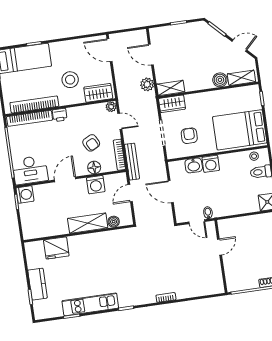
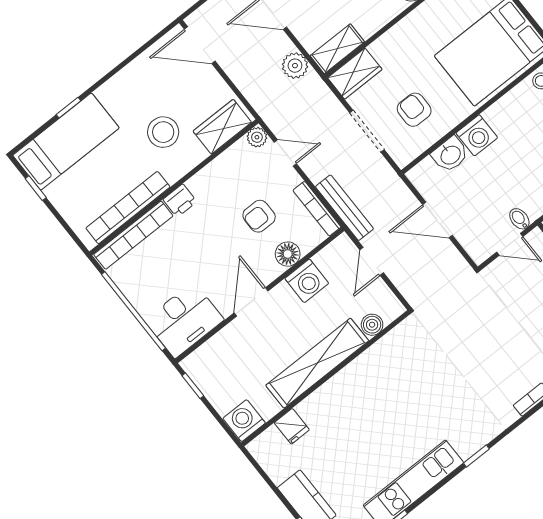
armchair: (91, 143) -> (259, 216), turned 118
washing machine: (25, 195) -> (244, 421), moved, turned -90
shelving: (88, 223) -> (317, 363), width x1.47
fridge: (56, 248) -> (292, 426), width x0.53, depth x0.75

